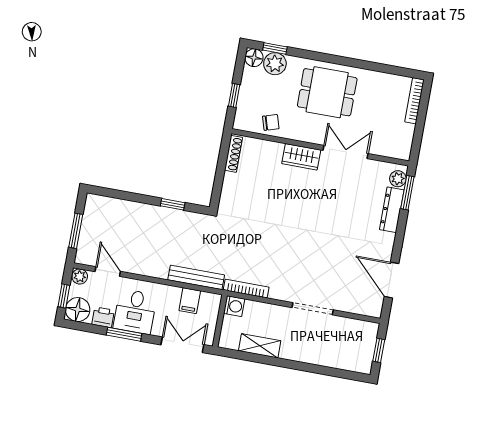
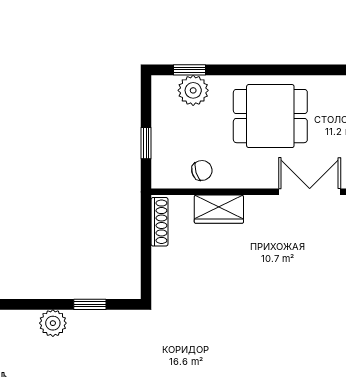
floor lamp: (254, 58) -> (164, 87), removed
wardrobe: (301, 157) -> (219, 209), moved
plant: (143, 213) -> (53, 323), added

